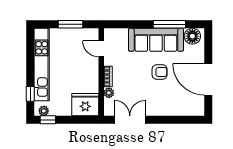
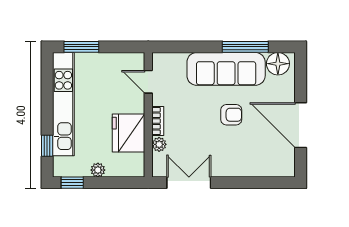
window: (70, 24) -> (81, 47), moved
fridge: (85, 105) -> (128, 133), moved, turned -90
plant: (44, 111) -> (98, 170), moved

